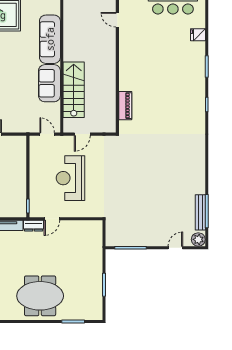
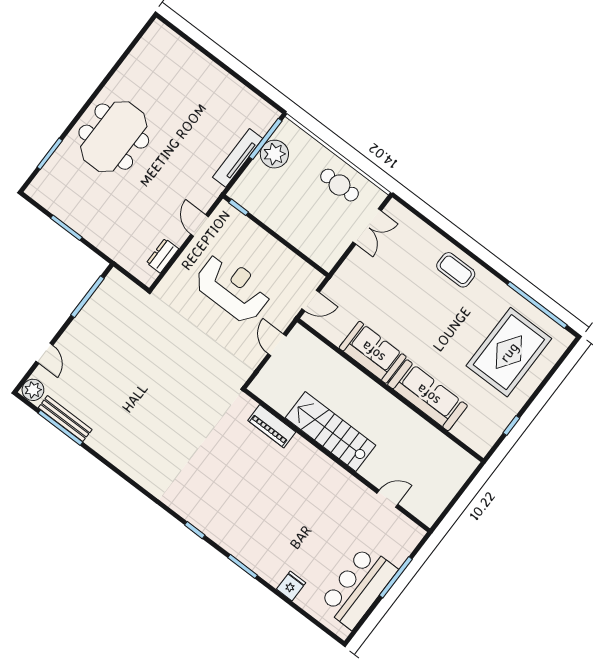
stairs: (74, 90) -> (330, 432), moved, turned 180
dresser: (34, 226) -> (163, 256), moved

